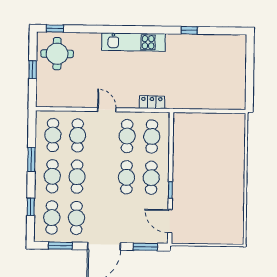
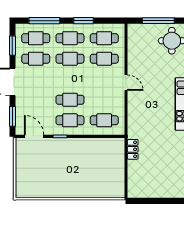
window: (33, 70) -> (158, 21), width x2.17
locker: (152, 102) -> (133, 149), moved
door: (107, 110) -> (126, 83), hinge flipped
cafe table: (127, 136) -> (104, 100), removed
window: (31, 207) -> (44, 21), width x2.17
door: (170, 221) -> (34, 136), hinge flipped

